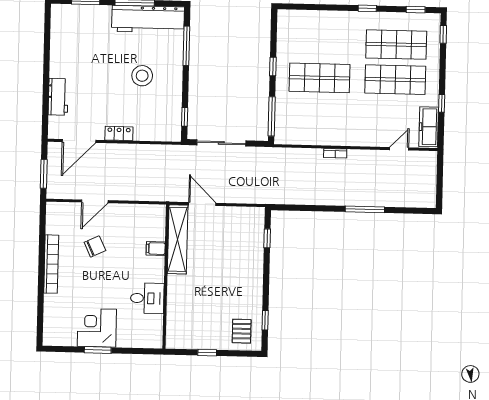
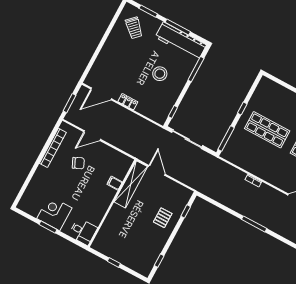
trolley: (78, 33) -> (134, 28), added
workbench: (58, 97) -> (102, 61), removed
bookcase: (51, 264) -> (53, 148), moved
desk: (147, 298) -> (83, 232), moved
pallet: (242, 331) -> (163, 218), moved

